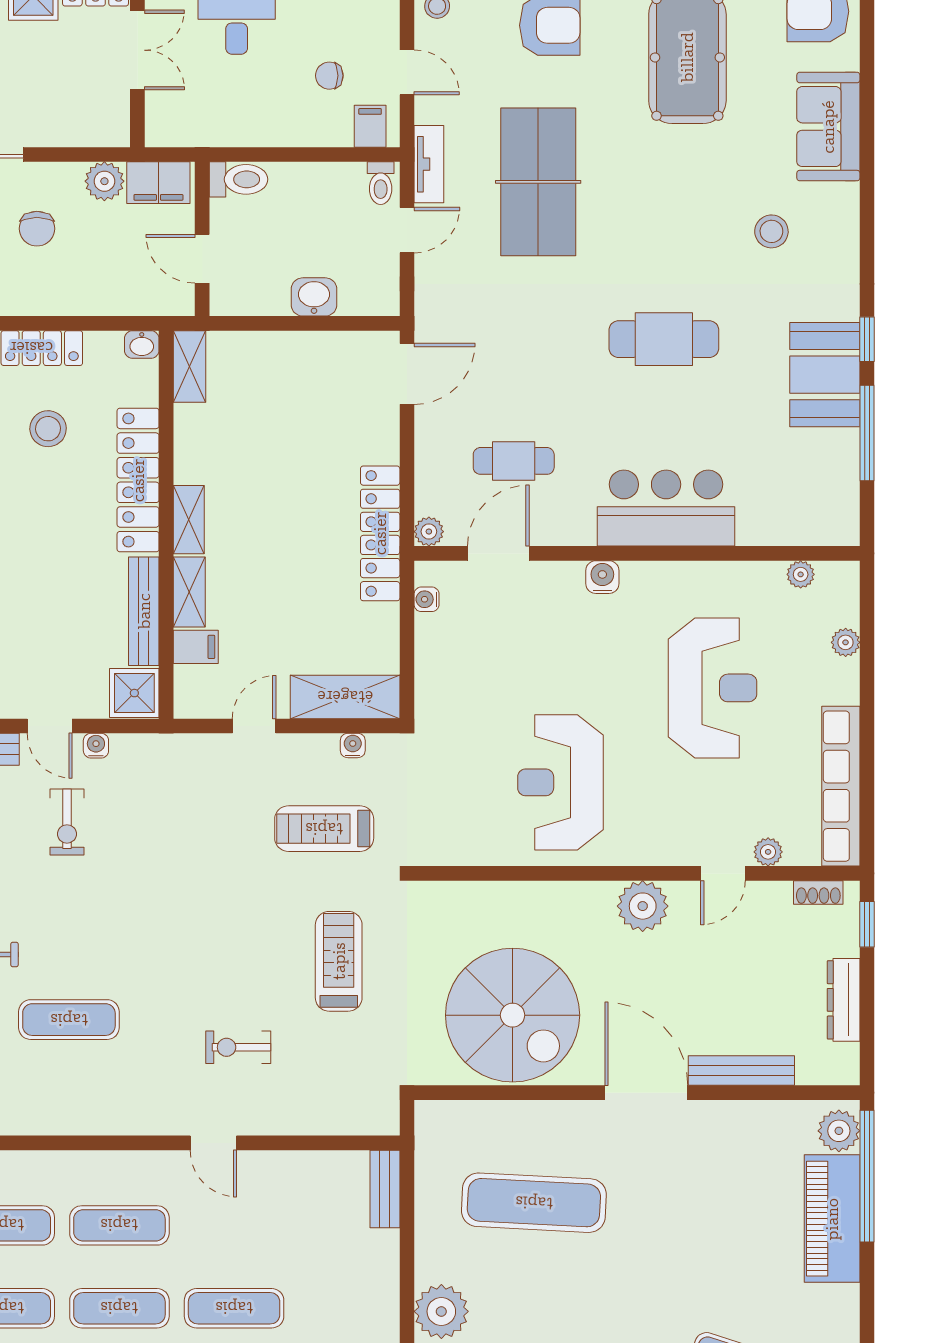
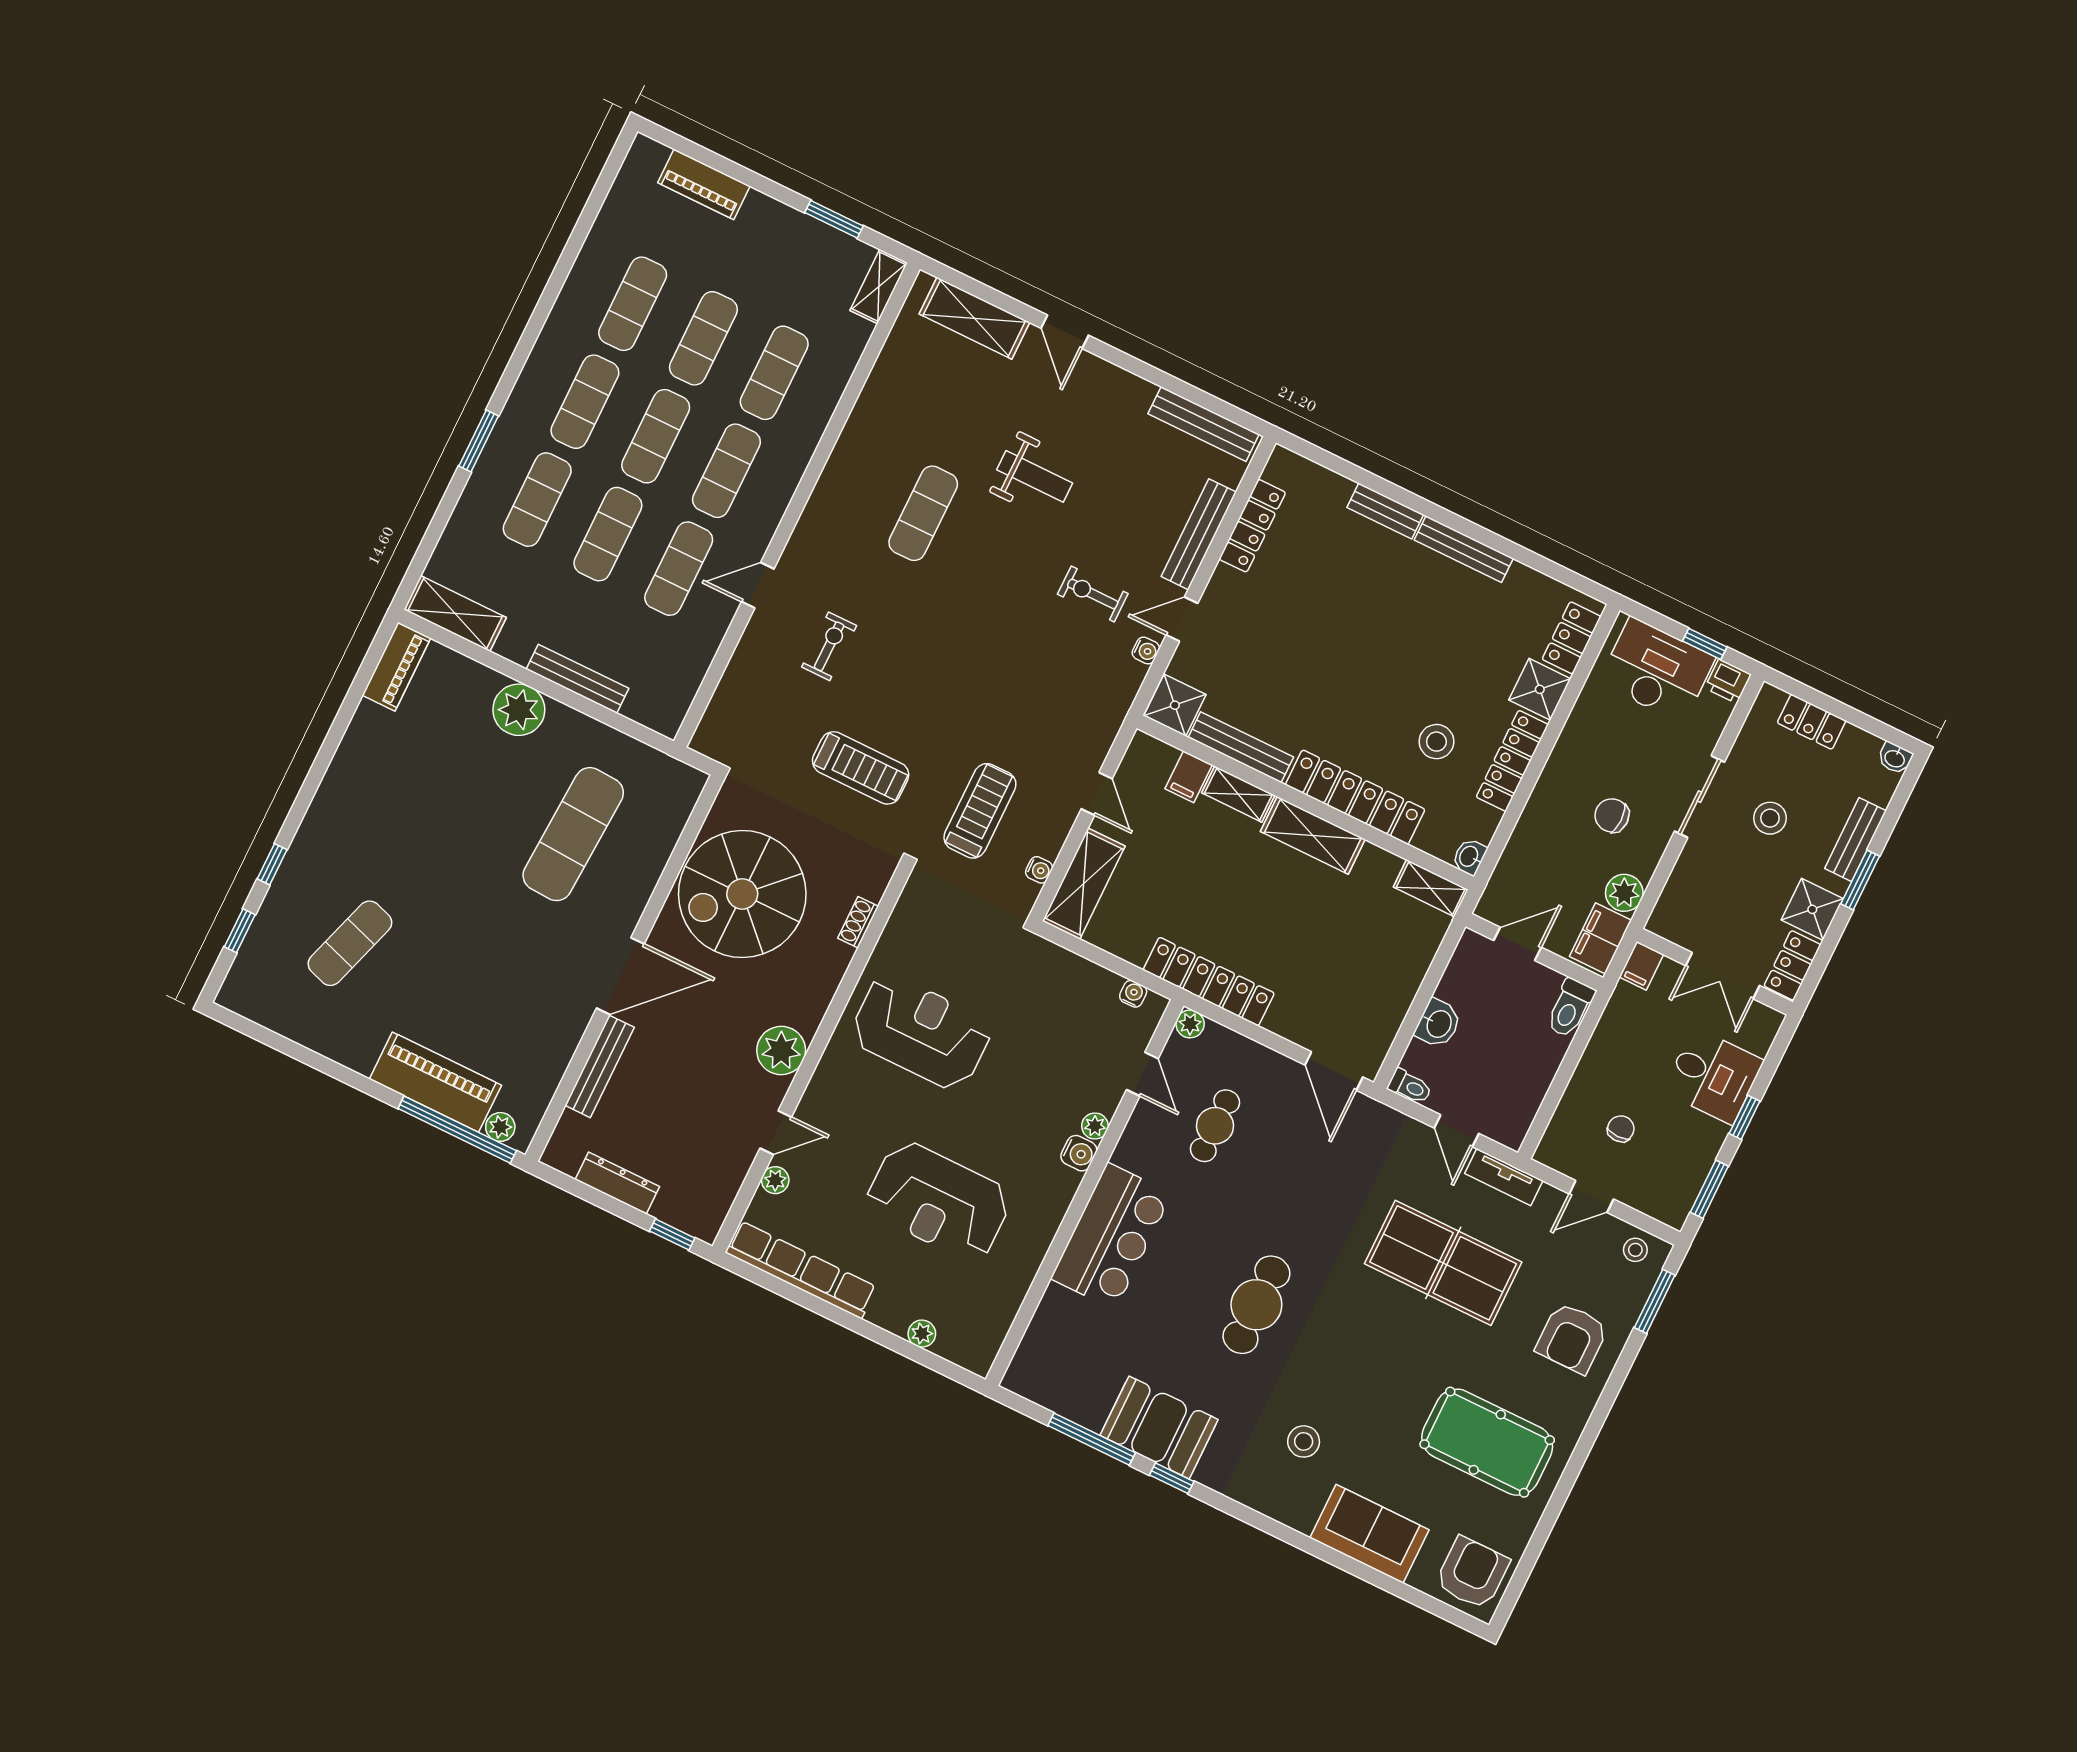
filing cabinet: (370, 126) -> (1641, 966), moved, turned 90
toilet: (381, 183) -> (1410, 1086), moved, turned 180
shelving: (189, 520) -> (1313, 835), width x1.50, depth x1.33
door: (498, 553) -> (1142, 1074), width x0.73
plant: (801, 574) -> (1095, 1126), moved
door: (723, 873) -> (776, 1133), swing flipped
shoe rack: (818, 892) -> (858, 922), moved
plant: (839, 1131) -> (500, 1127), width x0.73, depth x0.73
bench: (385, 1189) -> (578, 679), moved, width x1.36
exercise mat: (234, 1225) -> (679, 569), added

